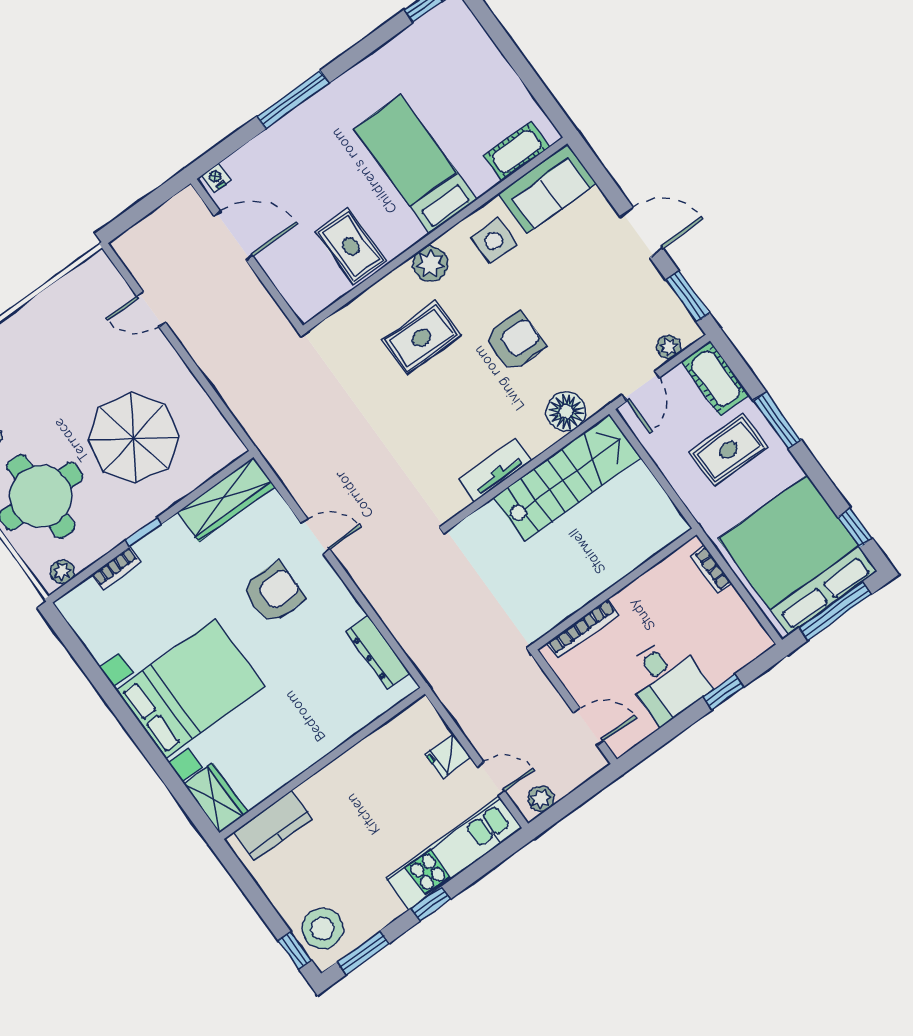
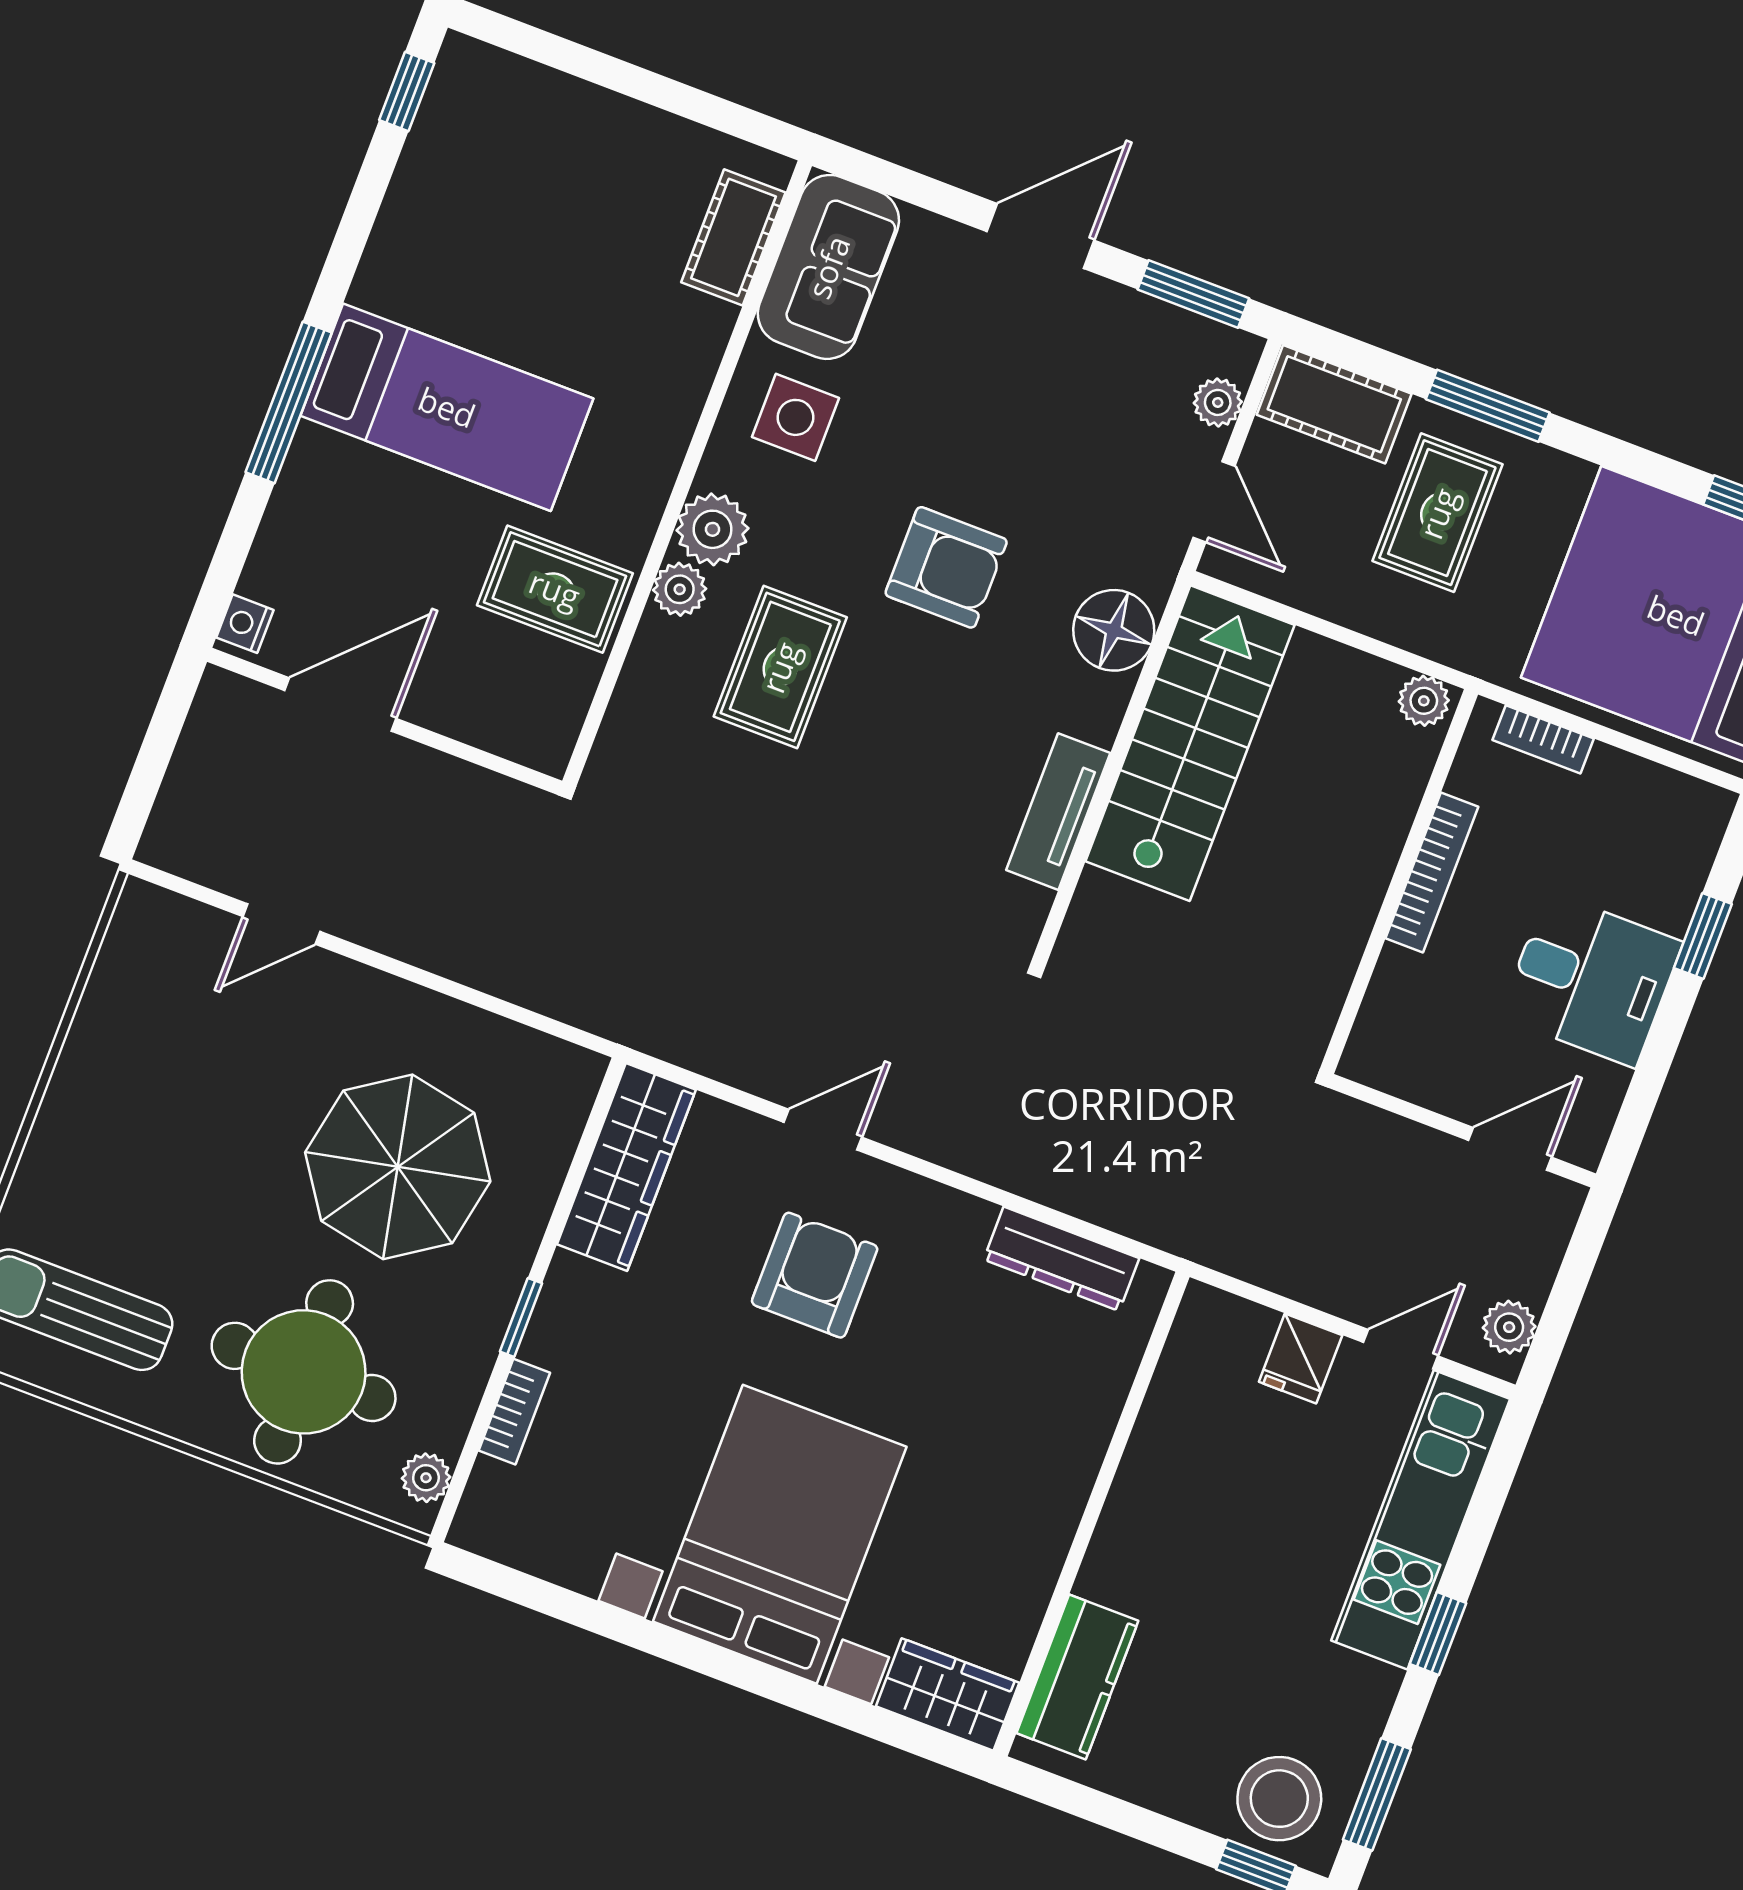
bed: (415, 164) -> (447, 407), moved, turned 180
plant: (401, 279) -> (680, 589), added
armchair: (515, 341) -> (946, 567), turned 90
plant: (673, 523) -> (1424, 701), added
bookcase: (583, 629) -> (1432, 872), moved

